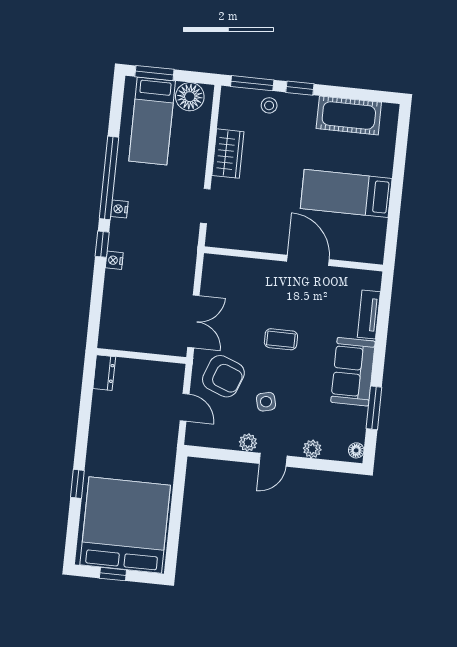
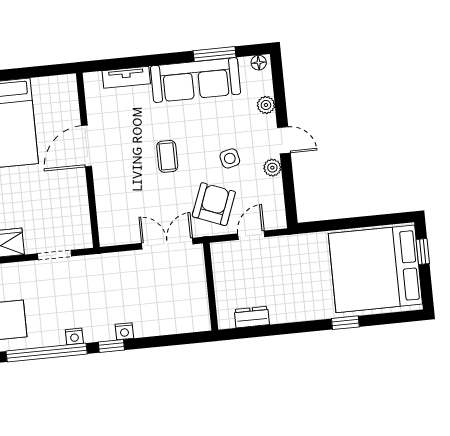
sofa: (353, 372) -> (196, 80), width x1.36
dresser: (104, 373) -> (252, 317), moved
window: (113, 574) -> (423, 251), moved

